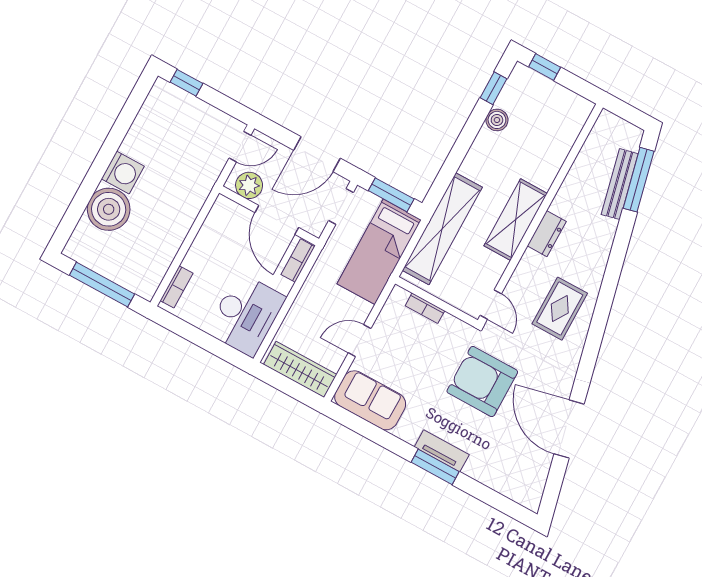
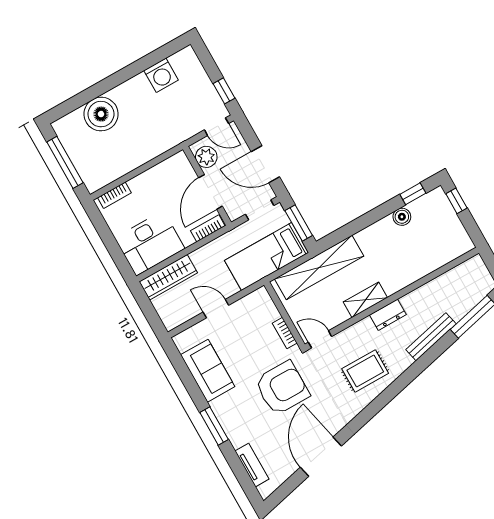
window: (186, 83) -> (224, 91), moved
washing machine: (123, 172) -> (161, 75), moved
bench: (620, 184) -> (431, 337), moved
shelving: (516, 220) -> (365, 300), width x0.67, depth x0.75
door: (491, 305) -> (320, 339), swing flipped
bookcase: (425, 308) -> (285, 333), moved
wardrobe: (300, 369) -> (168, 277), moved, turned 90
armchair: (482, 382) -> (282, 388), turned 90
sofa: (370, 400) -> (208, 371), moved
tv unit: (442, 451) -> (252, 465), moved

